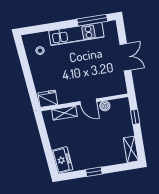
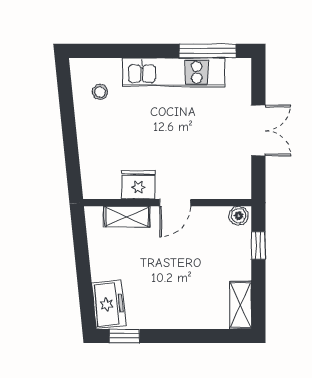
fridge: (48, 99) -> (138, 185), moved
door: (88, 102) -> (175, 203), hinge flipped
boiler: (105, 106) -> (239, 216), moved
window: (94, 172) -> (125, 336), moved

